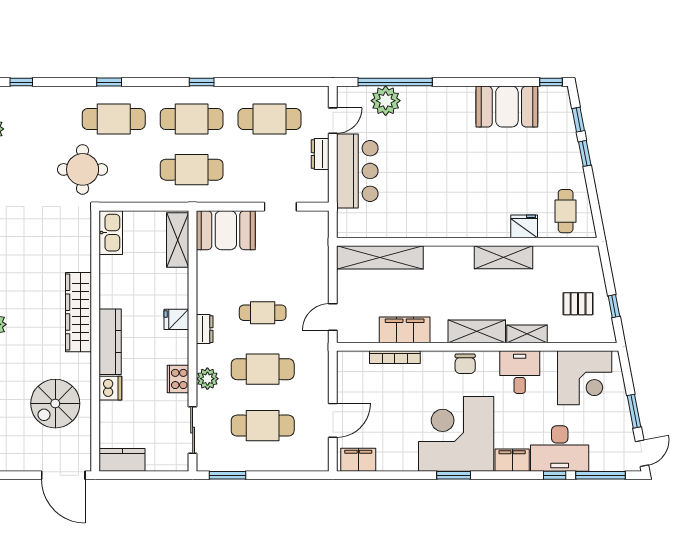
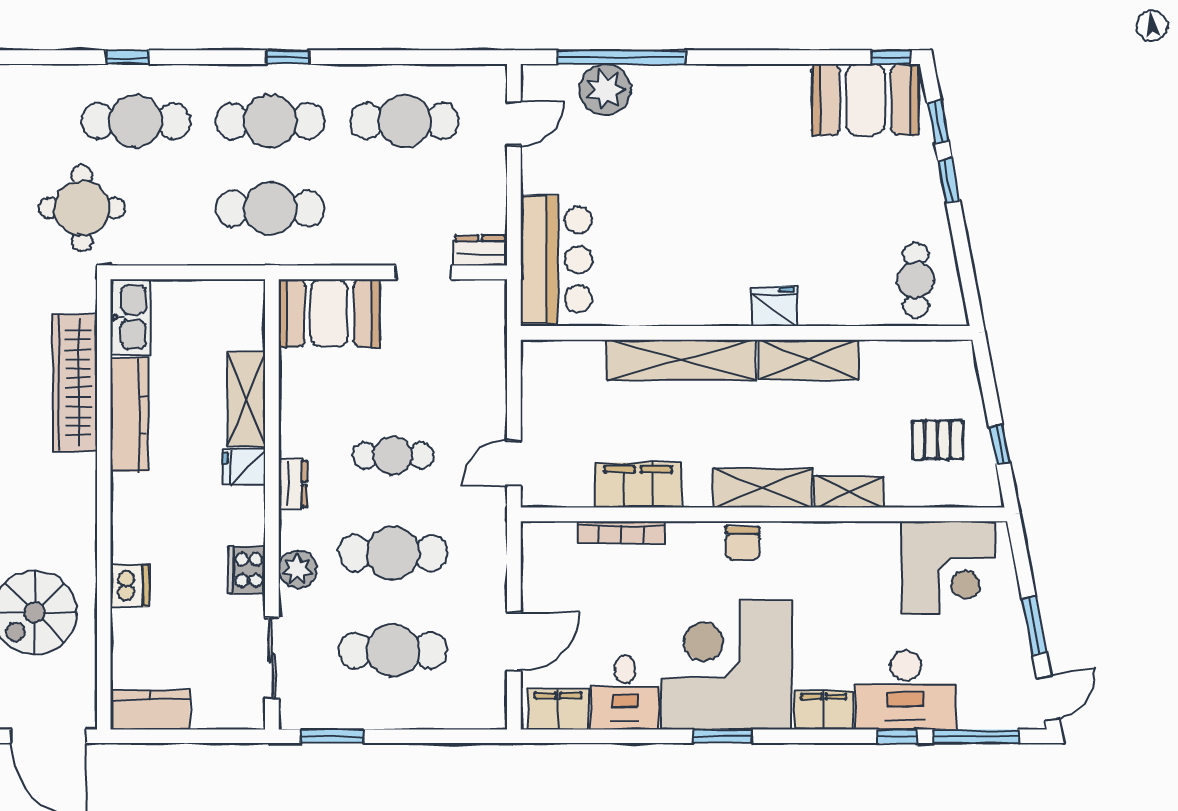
booth: (507, 107) -> (866, 100), moved
dresser: (320, 154) -> (480, 250), moved, turned 90
bar counter: (357, 171) -> (556, 260), moved
fridge: (524, 226) -> (774, 306), moved
shelving: (178, 240) -> (246, 399), moved
shelving: (380, 257) -> (681, 360), moved
wardrobe: (78, 312) -> (75, 383), moved
kitchen counter: (110, 342) -> (129, 415), moved
desk: (520, 372) -> (625, 693), moved, turned 180

